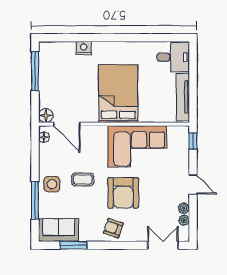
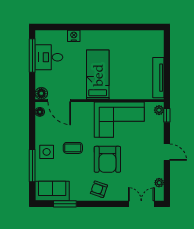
desk: (173, 57) -> (49, 57), moved, turned 180
bed: (118, 94) -> (98, 75), width x0.67
plant: (184, 208) -> (159, 110), moved

